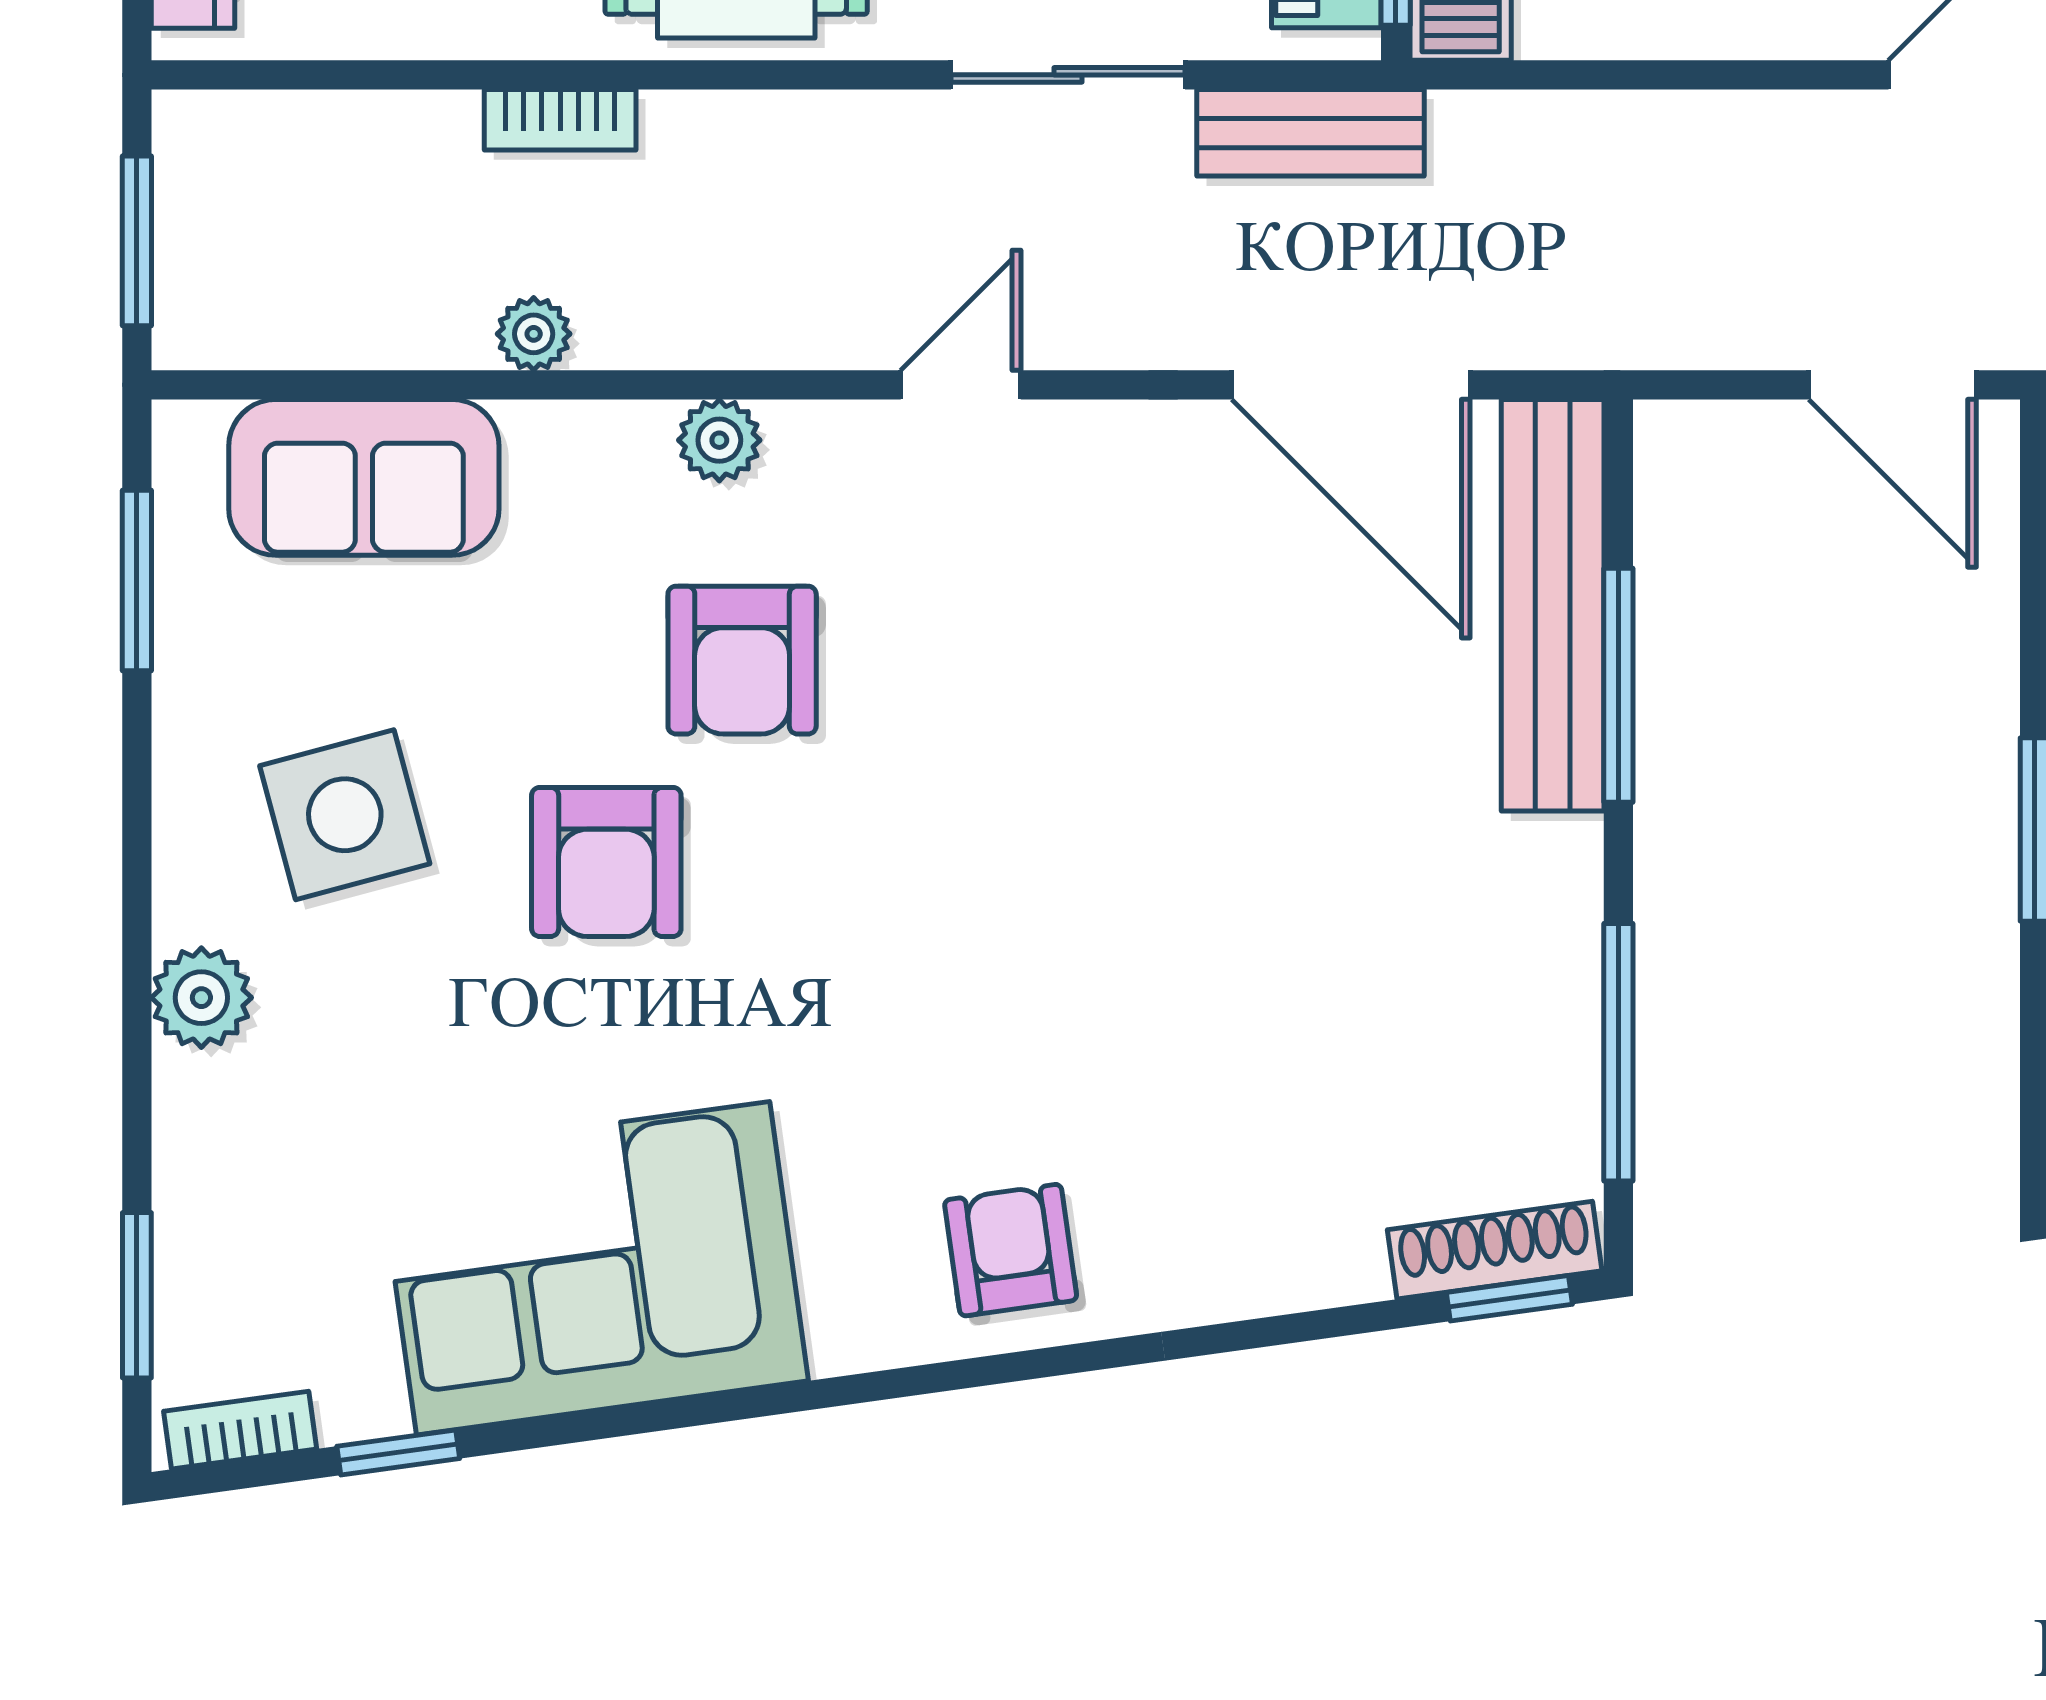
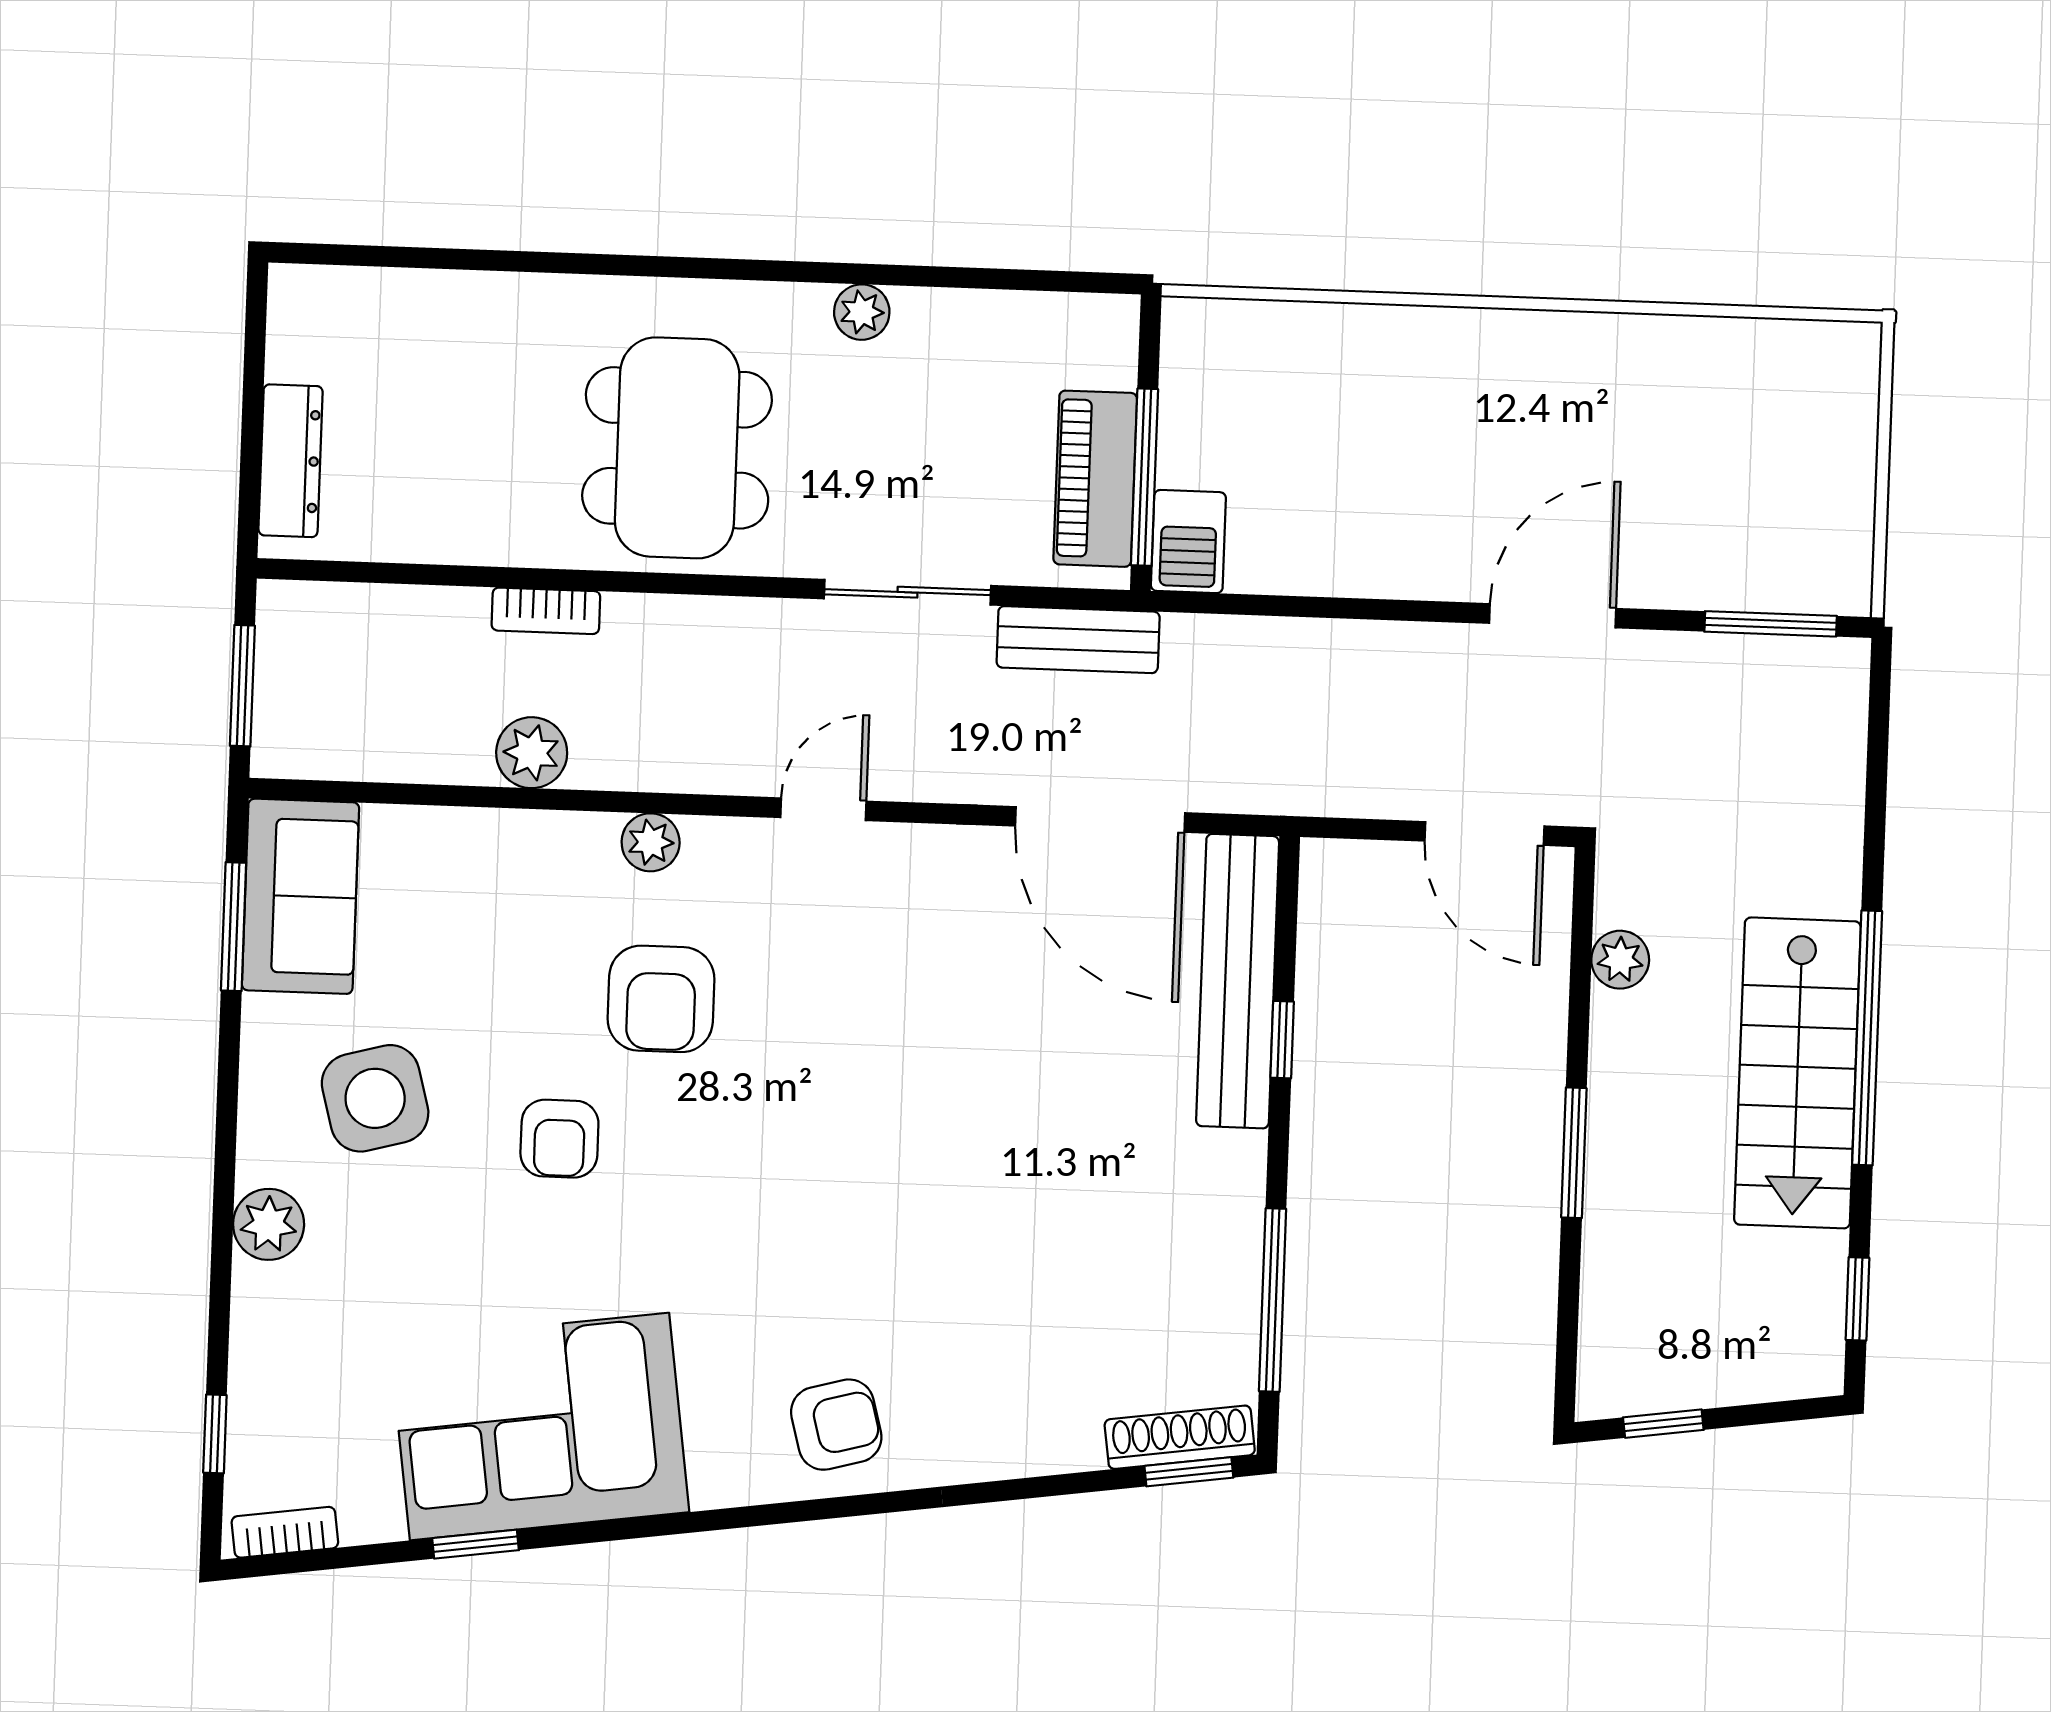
plant: (534, 334) -> (532, 753), width x1.38, depth x1.38
sofa: (364, 477) -> (300, 896), moved, turned -90
window: (1618, 685) -> (1282, 1040), width x0.46
armchair: (606, 862) -> (559, 1139), width x0.72, depth x0.72
armchair: (1011, 1250) -> (836, 1425), turned 83
window: (137, 1295) -> (215, 1434), width x0.67
window: (398, 1452) -> (476, 1544), moved

